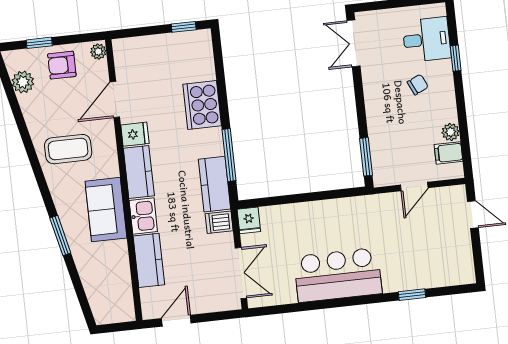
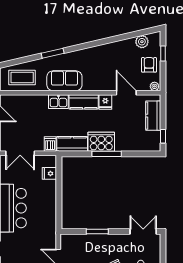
cooker: (202, 105) -> (101, 142), moved
coffee table: (68, 149) -> (22, 78), moved, turned 90
window: (229, 155) -> (107, 154), moved
window: (366, 157) -> (97, 231), moved
fridge: (249, 220) -> (49, 173), moved
kitchen counter: (149, 260) -> (153, 116), moved, turned 90

